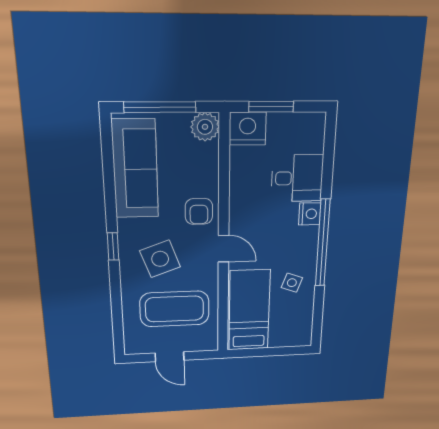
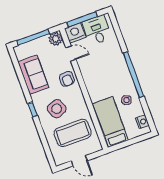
window: (271, 107) -> (82, 19), width x1.44
sofa: (135, 169) -> (33, 75), width x0.73
desk: (297, 178) -> (97, 30), moved, turned -90
nightstand: (310, 214) -> (142, 122), moved
door: (223, 249) -> (71, 53), moved

